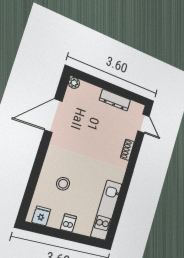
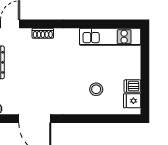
dishwasher: (68, 223) -> (132, 86), moved

